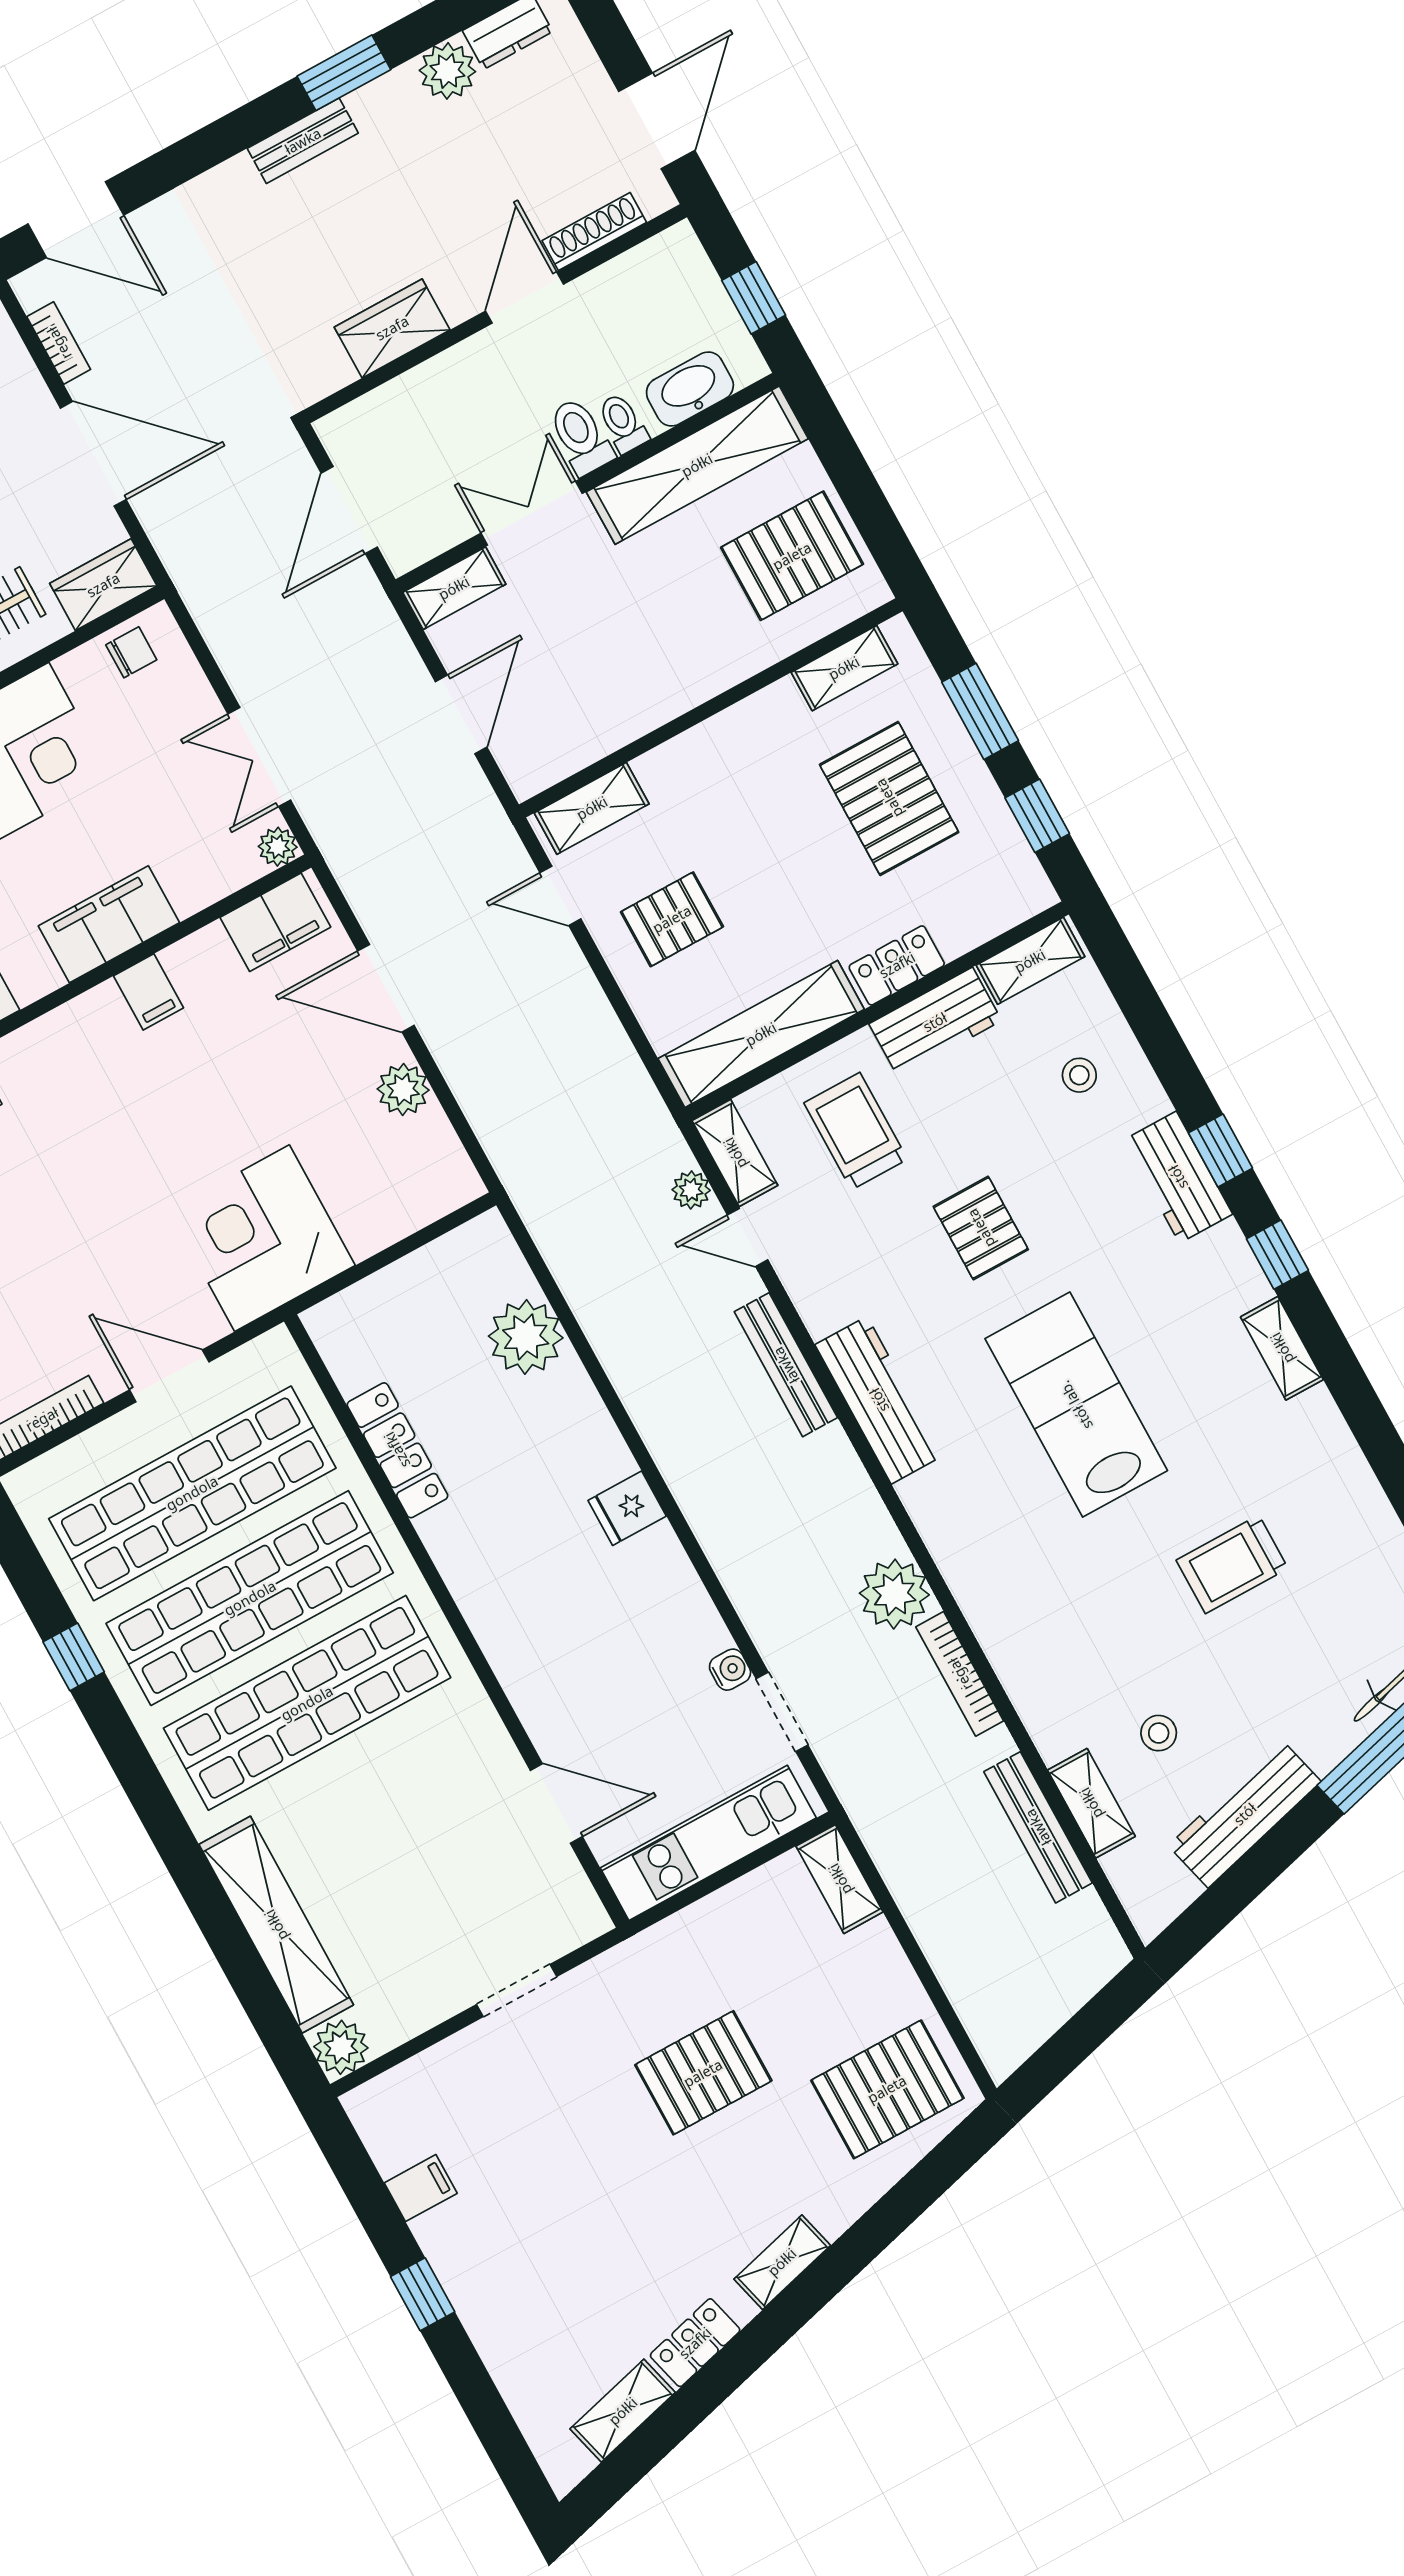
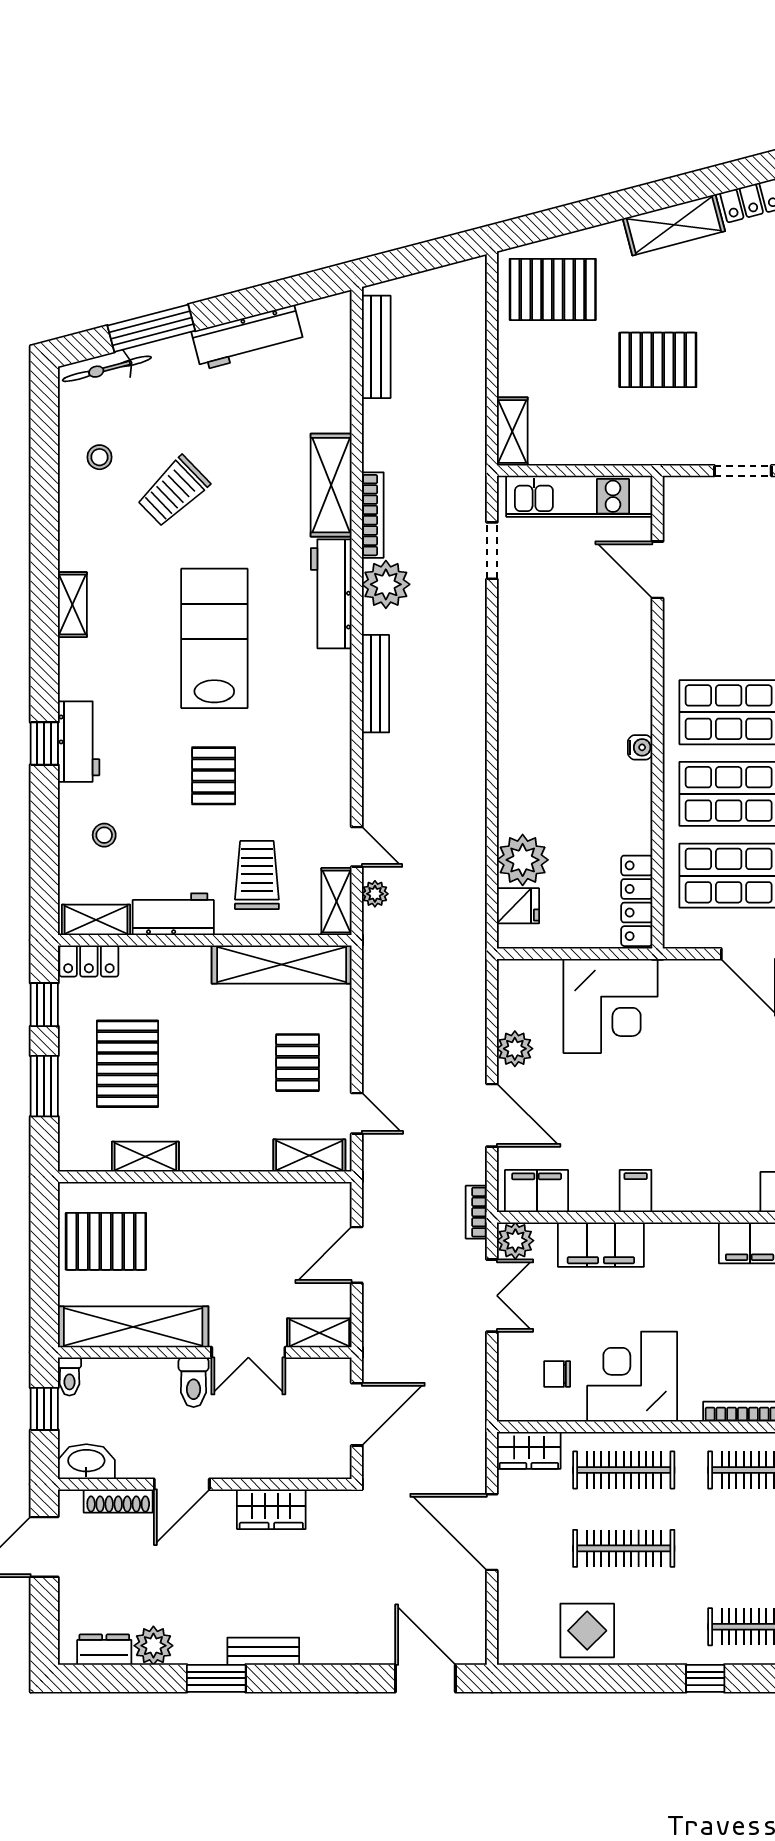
bookcase: (59, 343) -> (476, 1212), moved
washbasin: (690, 389) -> (86, 1462), moved, turned 180
toilet: (623, 423) -> (69, 1377), moved
chair: (131, 652) -> (557, 1374), moved
shelving: (844, 668) -> (145, 1157), moved
plant: (278, 847) -> (515, 1241), width x1.38, depth x1.38
pallet: (672, 919) -> (298, 1063), turned 90
filing cabinet: (109, 924) -> (601, 1245), moved
locker: (897, 965) -> (89, 961), moved
trolley: (856, 1131) -> (257, 875), turned 180
corner desk: (262, 1238) -> (611, 1006), moved
window: (1277, 1255) -> (44, 662), removed
bench: (786, 1365) -> (376, 684), moved
workbench: (879, 1400) -> (331, 594), moved
lab bench: (1076, 1405) -> (214, 638), turned 180
locker: (397, 1450) -> (637, 901), moved
fridge: (627, 1508) -> (518, 906), moved
trolley: (1232, 1564) -> (173, 491), turned 136
water cooler: (730, 1670) -> (640, 747), moved, turned 180
stool: (1159, 1733) -> (99, 457), moved
shelving: (1091, 1803) -> (331, 485), moved, width x1.50, depth x1.33
bench: (1038, 1827) -> (376, 347), moved
shelving: (782, 2262) -> (674, 225), width x1.50, depth x1.33

